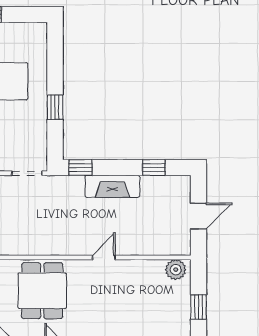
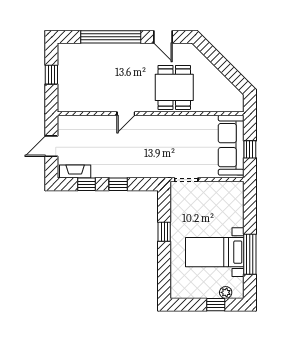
window: (81, 168) -> (118, 184), moved
fireplace: (112, 186) -> (75, 172), moved, width x0.73, depth x0.76
plant: (176, 270) -> (69, 104), removed

